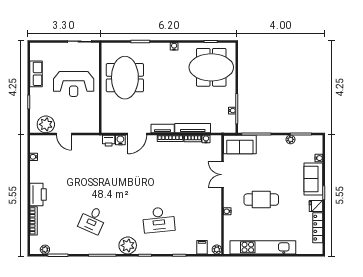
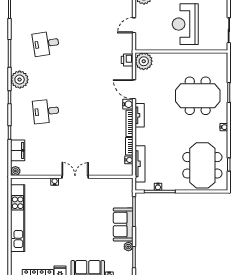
meeting table: (125, 78) -> (198, 96), moved
plant: (110, 124) -> (144, 61), added
tv unit: (193, 128) -> (140, 164), moved
door: (64, 134) -> (134, 25), moved
water cooler: (120, 140) -> (128, 104), moved
sofa: (240, 145) -> (123, 224), moved
double door: (223, 175) -> (75, 177), moved
cafe table: (261, 200) -> (67, 217), removed
desk: (93, 220) -> (46, 43), turned -33
desk: (159, 220) -> (46, 111), width x0.73
filing cabinet: (202, 247) -> (18, 150), width x2.00

